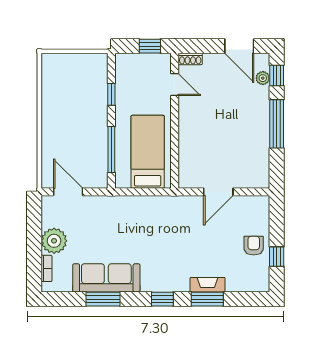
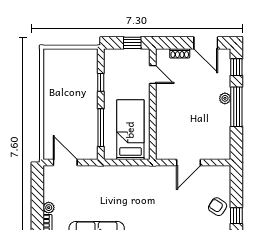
shoe rack: (190, 59) -> (180, 53), moved
plant: (263, 78) -> (225, 98), moved
plant: (54, 241) -> (49, 208), width x0.53, depth x0.53
armchair: (254, 246) -> (218, 207), turned -57

